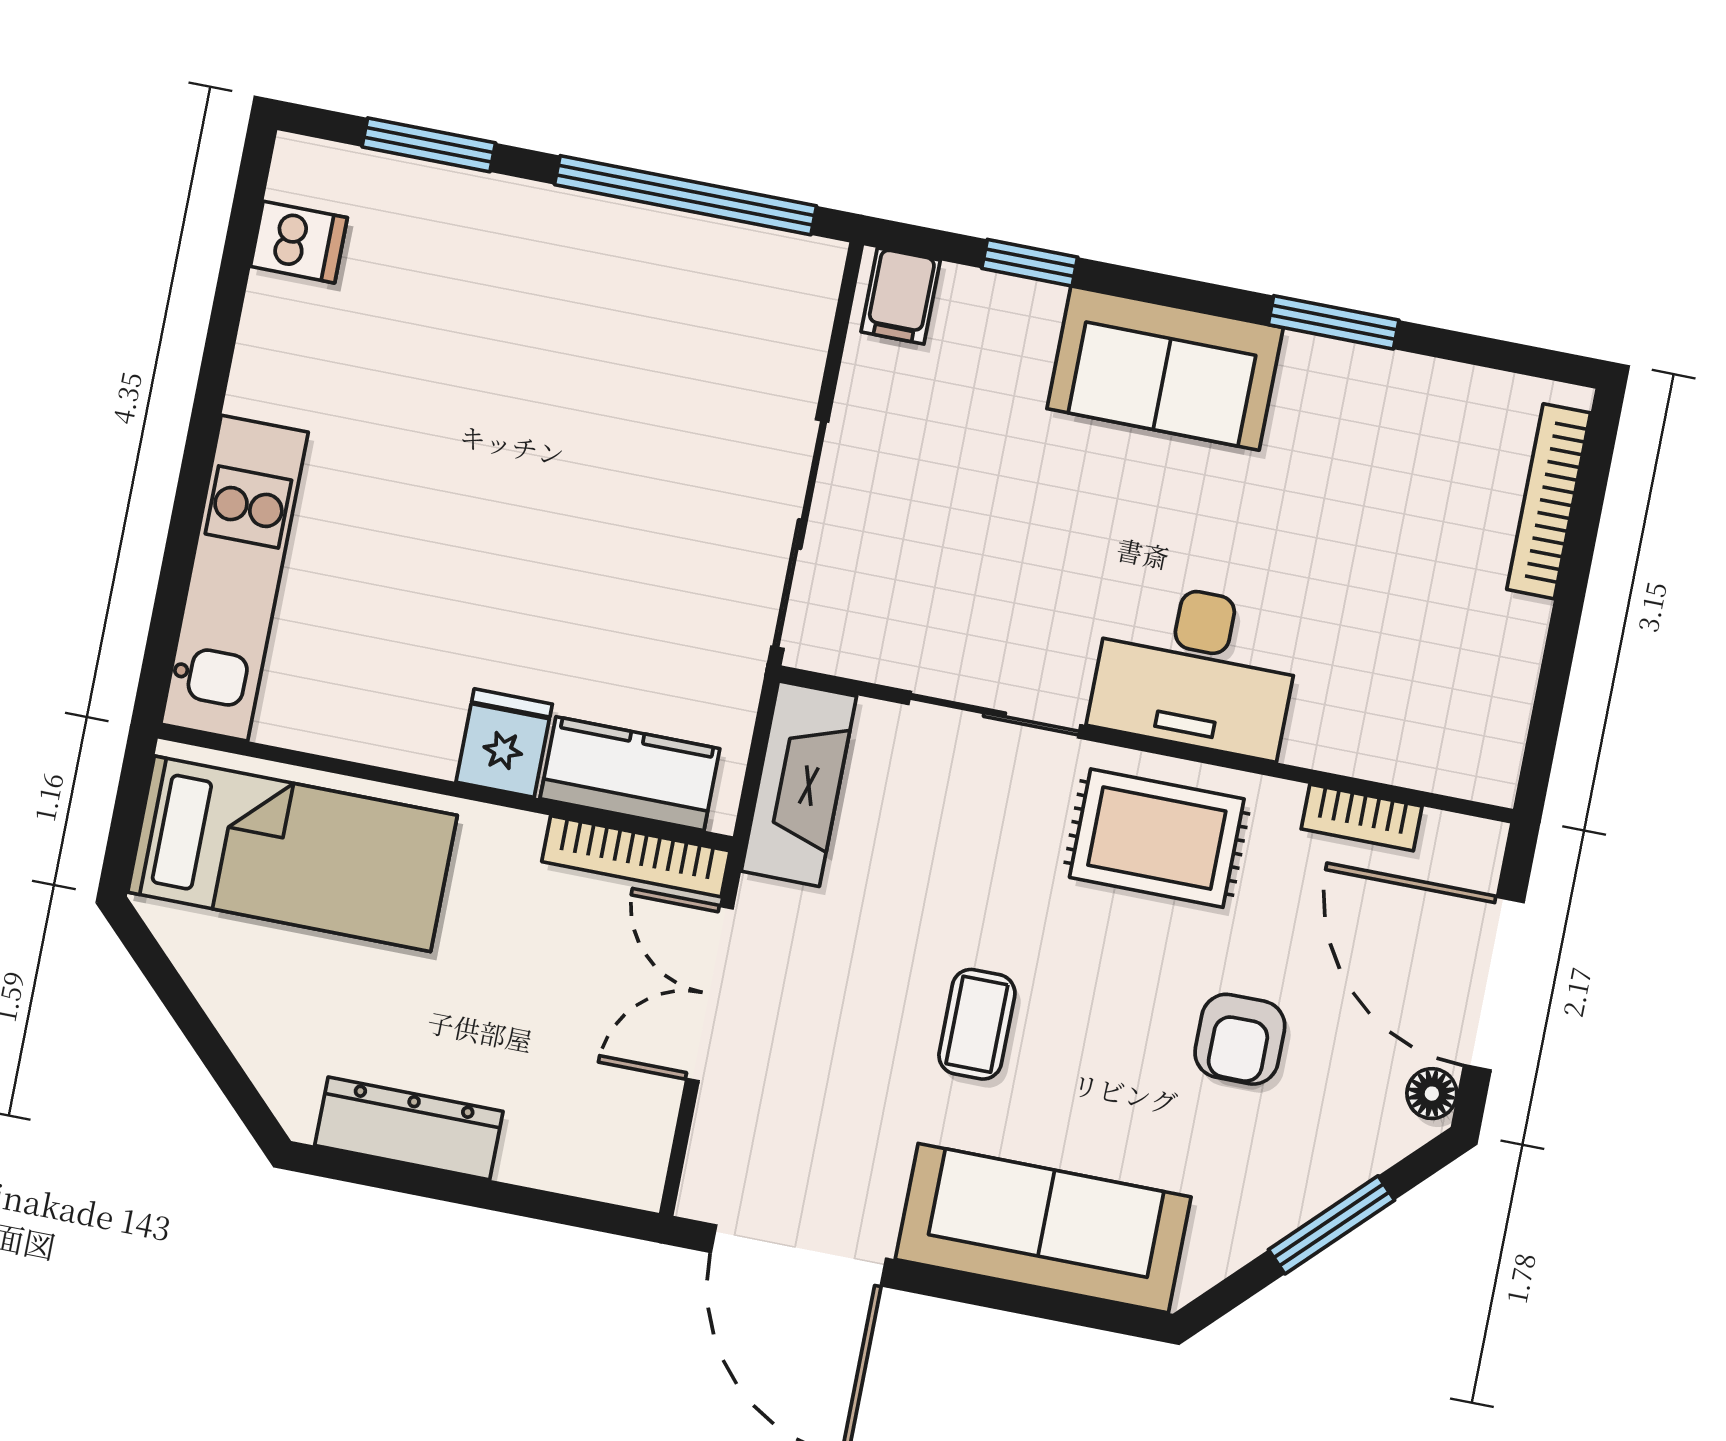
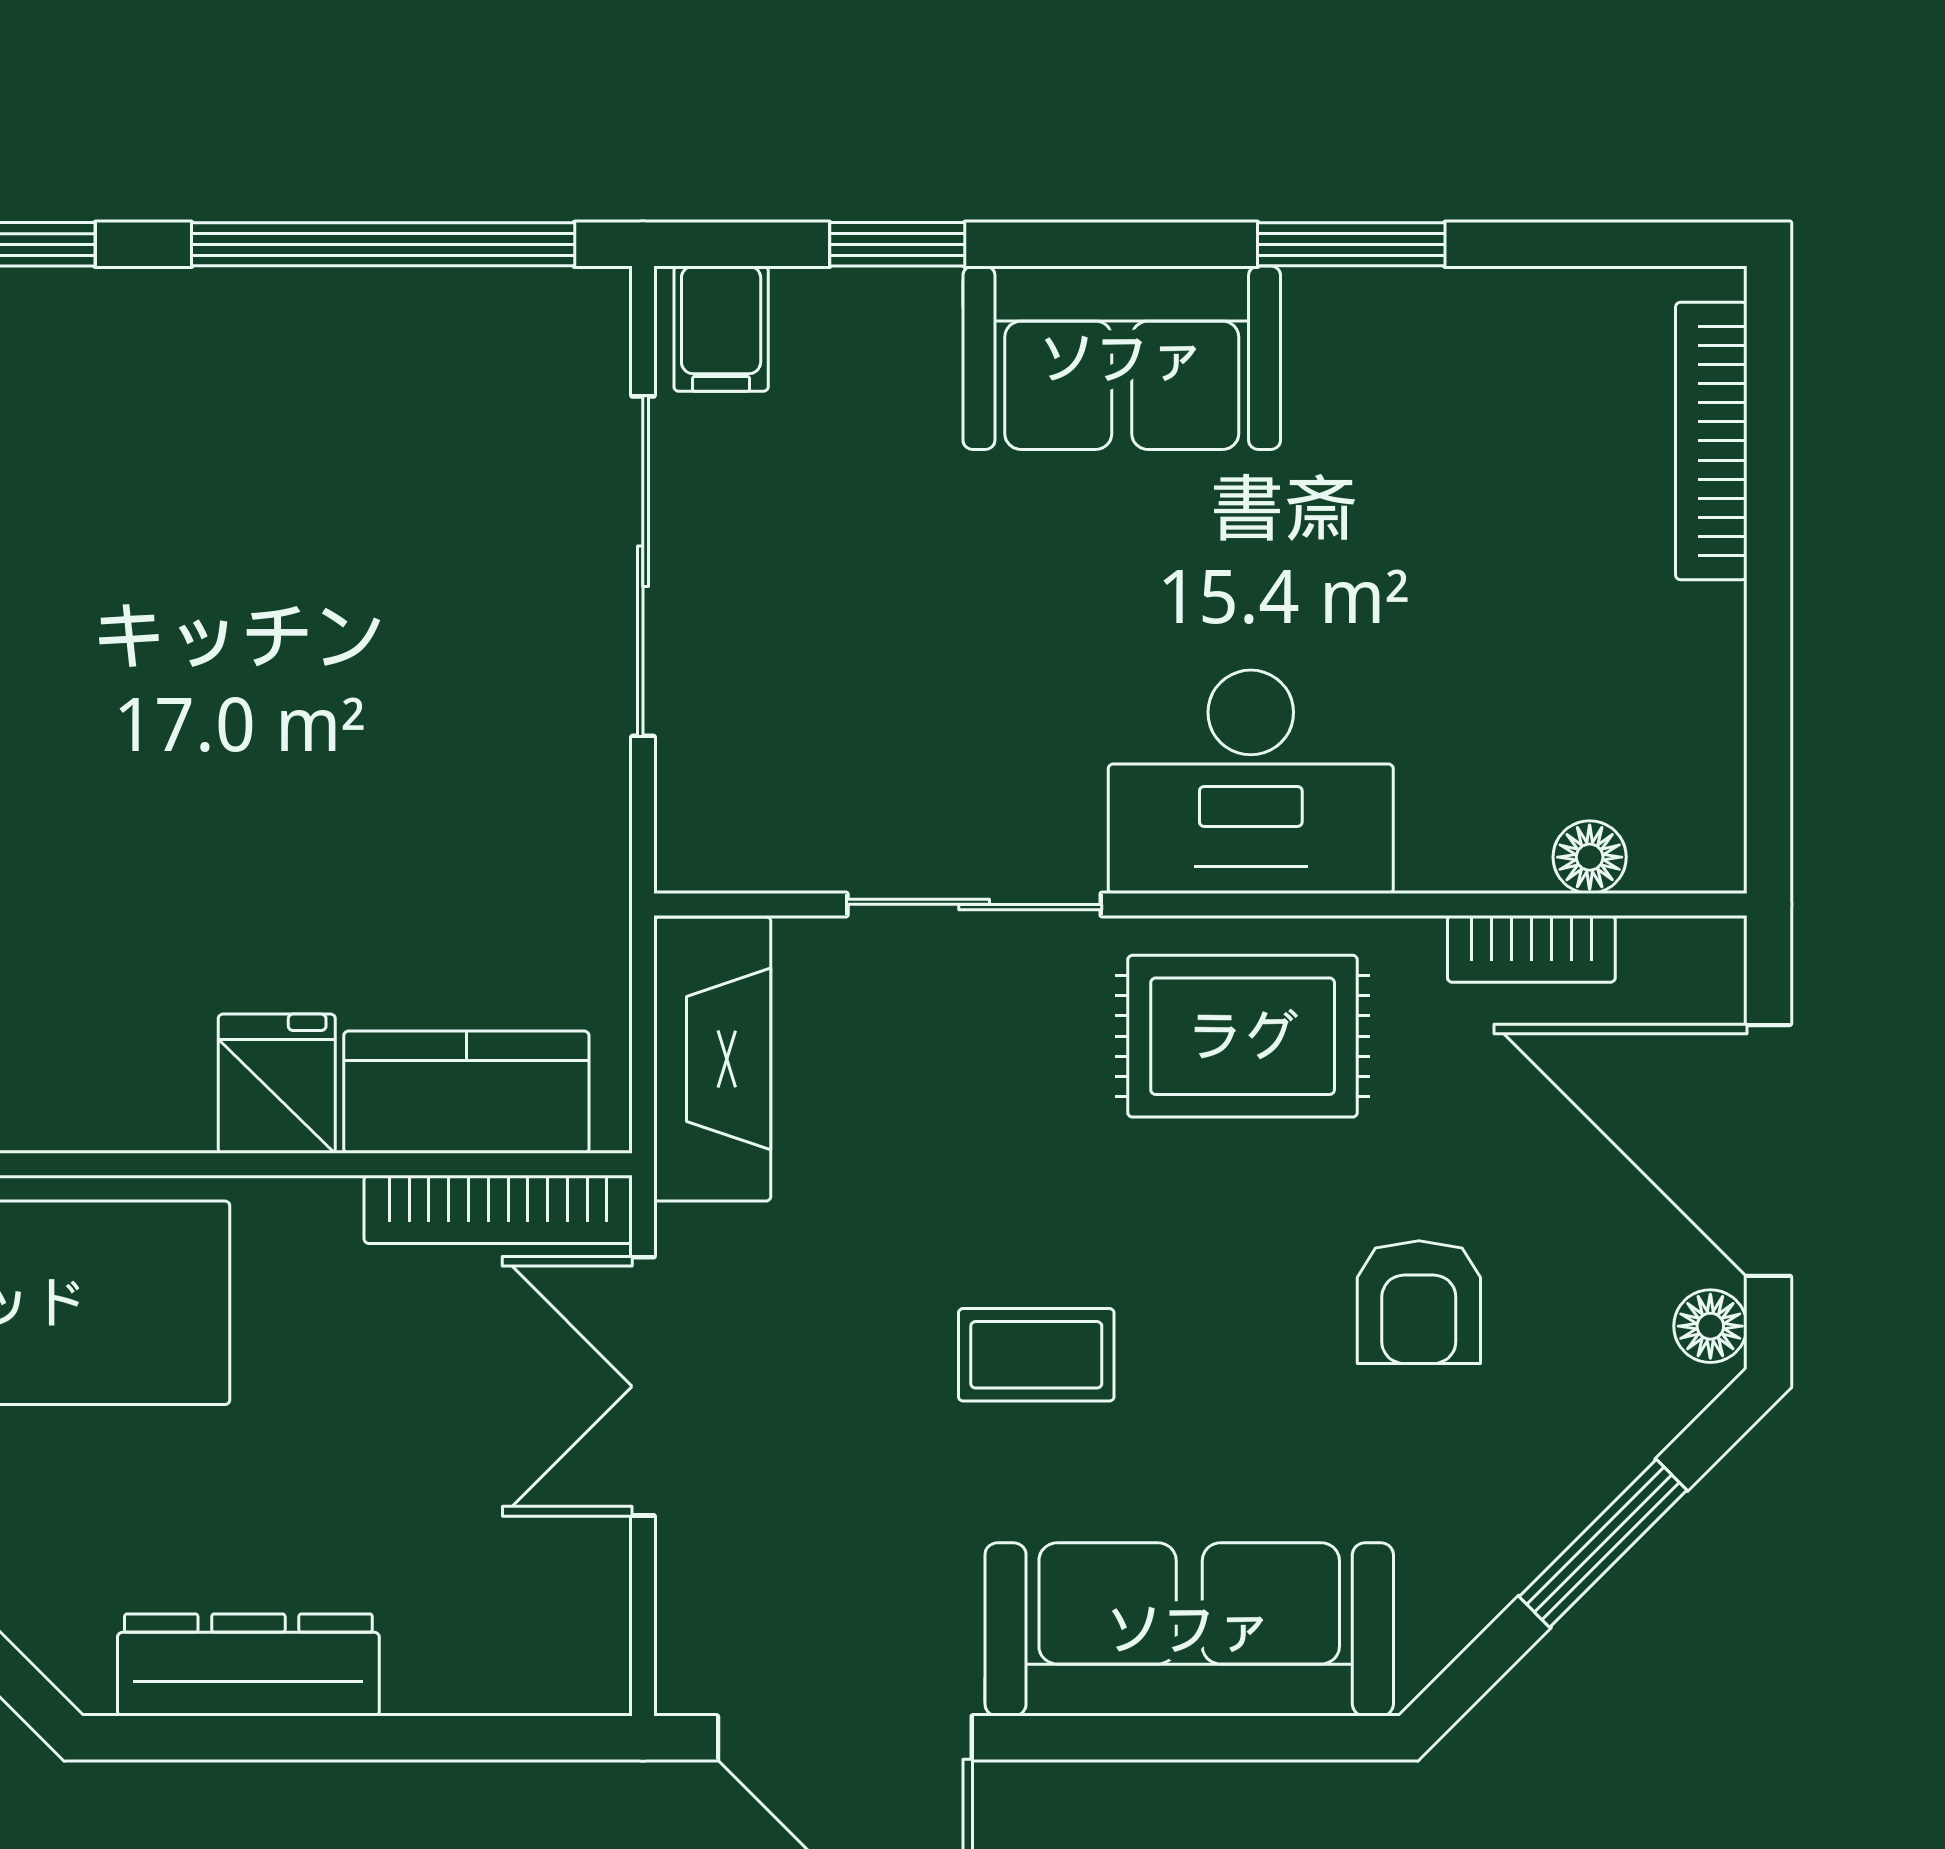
sliding door: (800, 534) -> (643, 566), moved
floor lamp: (1413, 764) -> (1590, 857), added
coffee table: (977, 1024) -> (1036, 1355), turned 90

